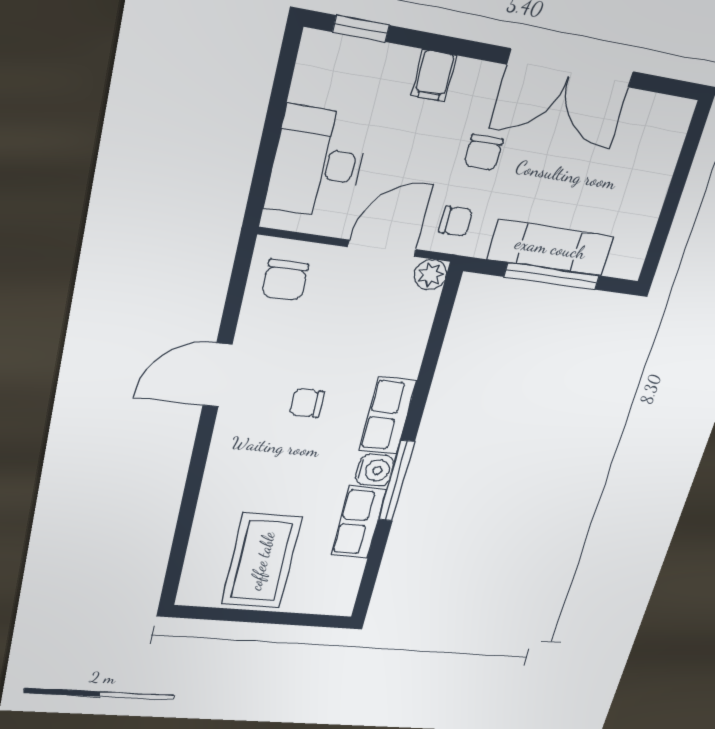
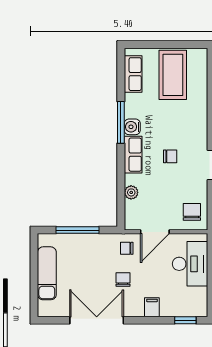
exam couch: (551, 248) -> (47, 273), moved, turned -90
plant: (430, 275) -> (131, 192), moved
row of seats: (359, 522) -> (133, 74), moved

